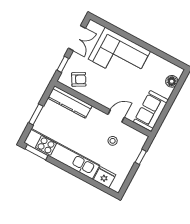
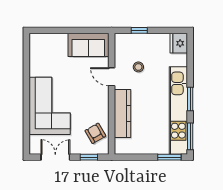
floor lamp: (172, 81) -> (48, 40), removed
kitchen counter: (70, 102) -> (122, 114), moved
window: (36, 114) -> (169, 157), moved
window: (66, 168) -> (190, 99), added
fridge: (105, 177) -> (179, 43), moved

